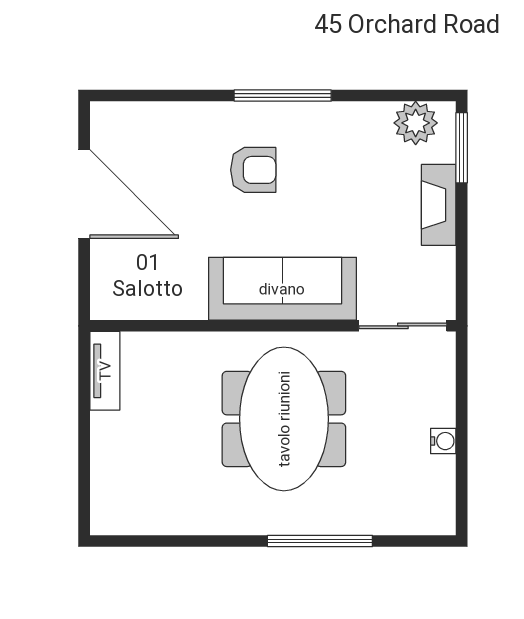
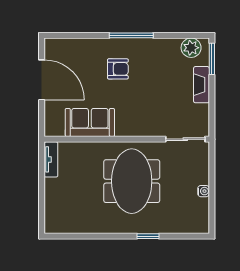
sofa: (282, 289) -> (90, 122), moved, width x0.73
window: (320, 541) -> (148, 236), width x0.46

